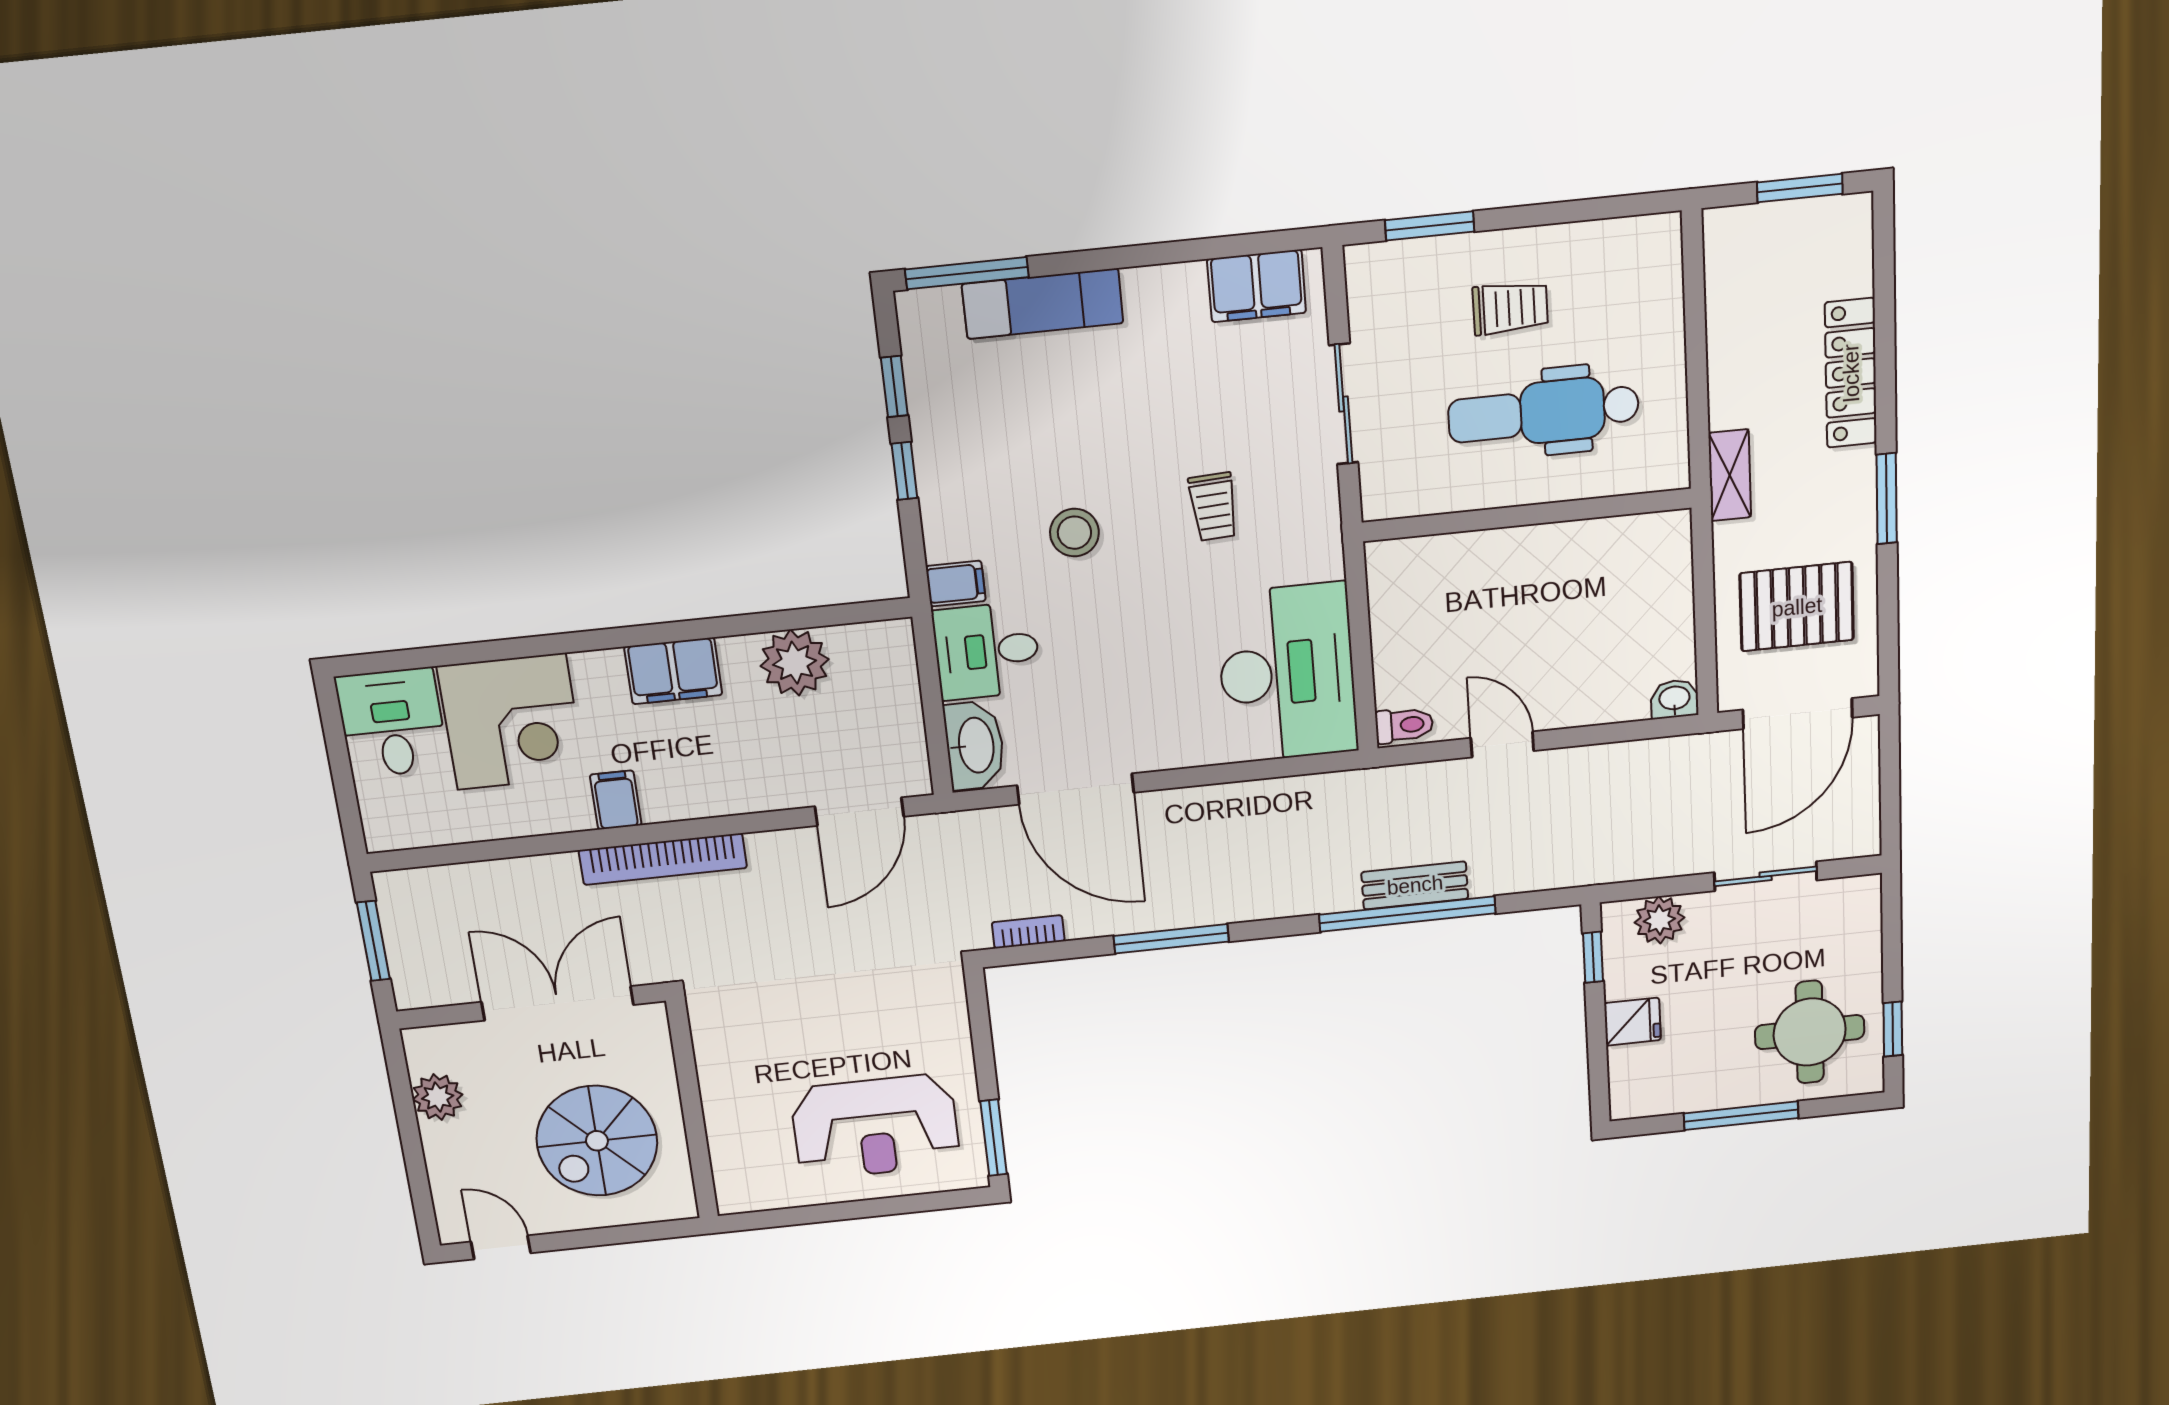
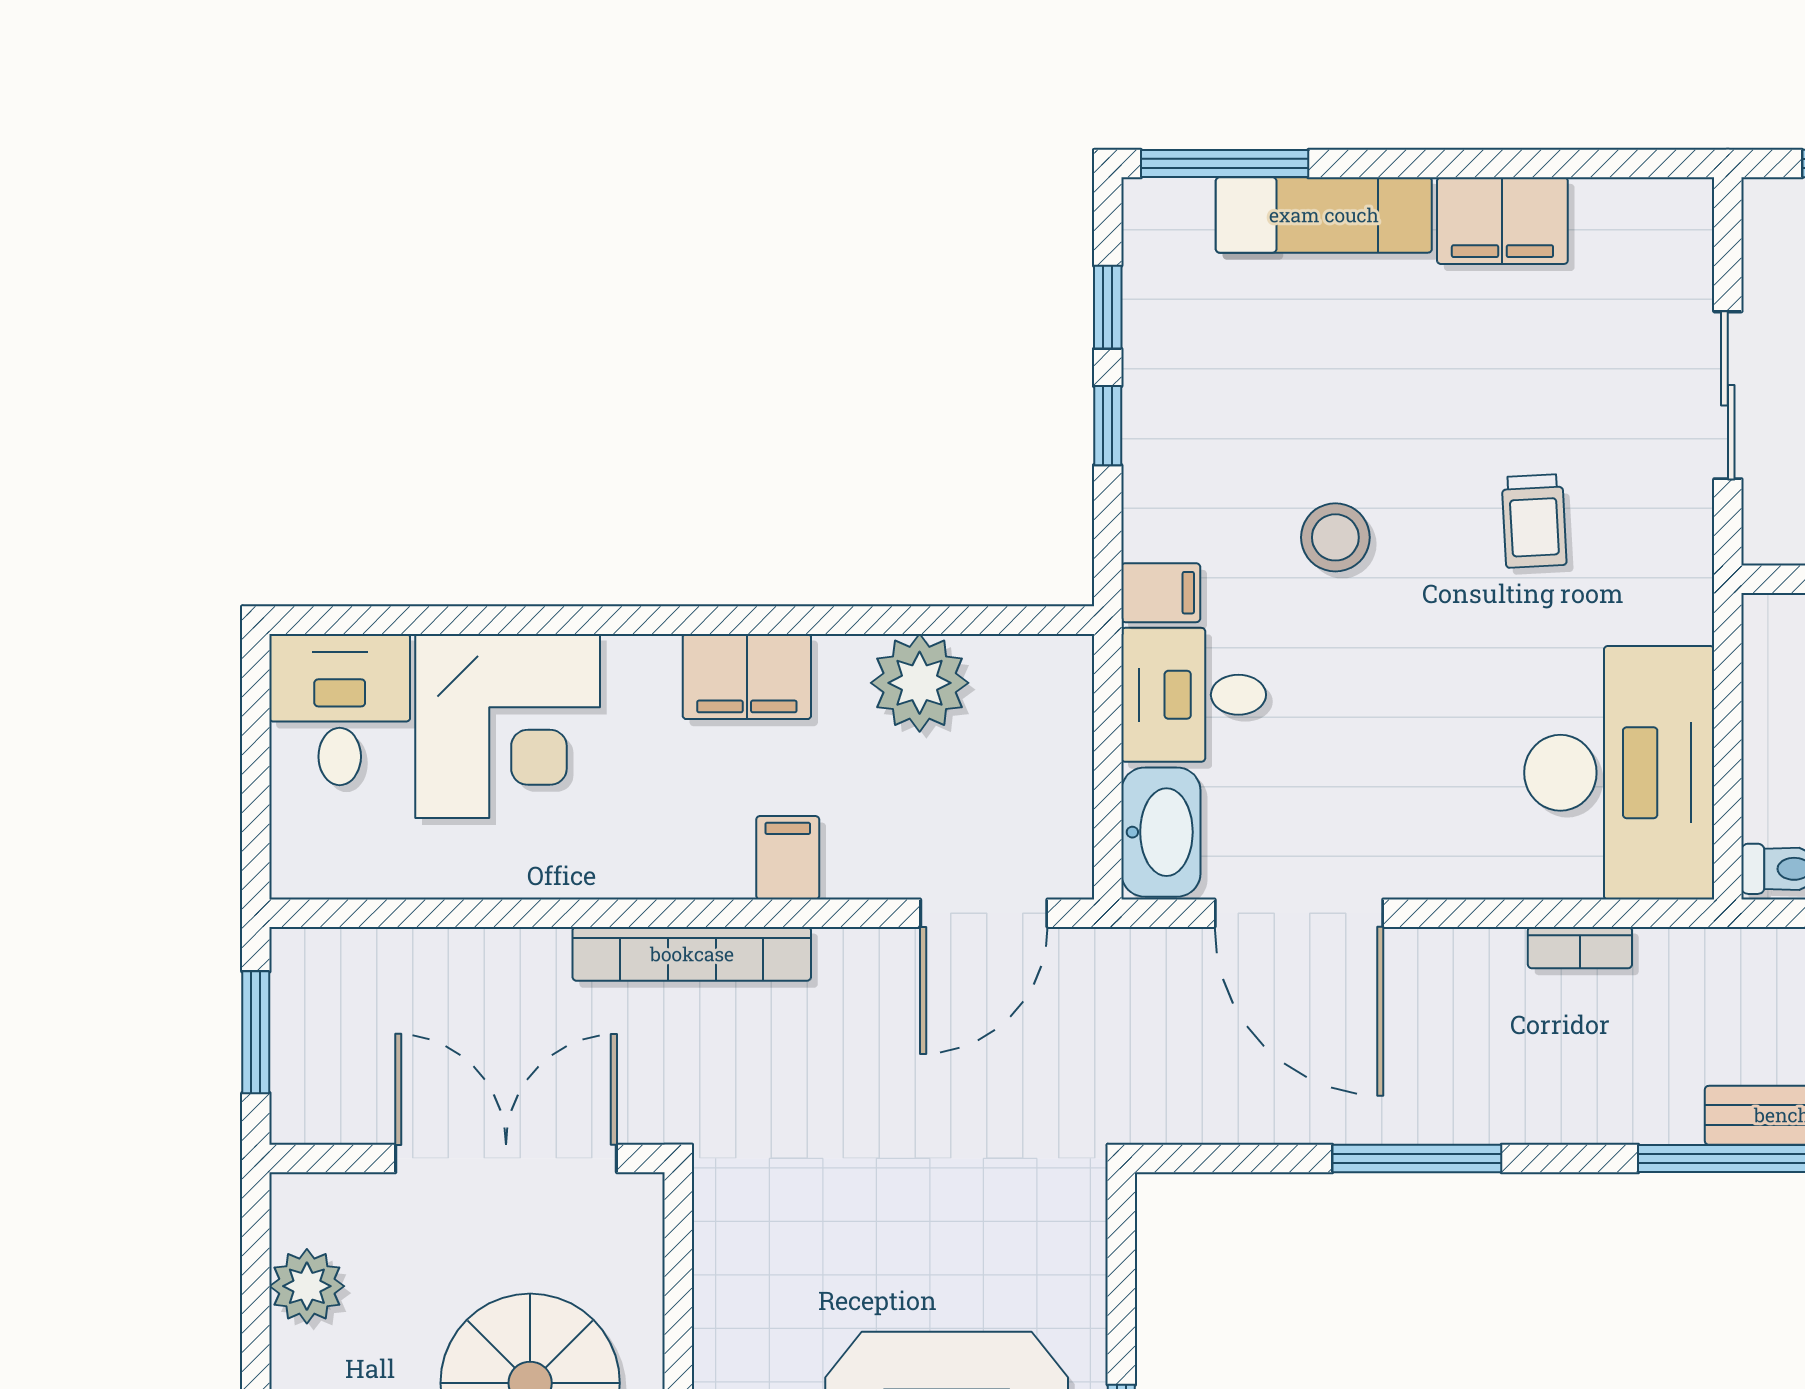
filing cabinet: (1257, 286) -> (1502, 221), moved
filing cabinet: (616, 800) -> (788, 858), moved
bookcase: (1028, 932) -> (1580, 948), moved, turned 180

